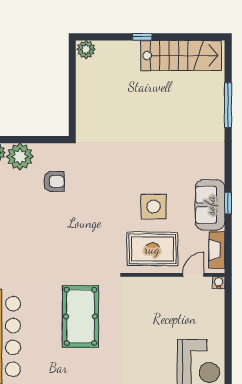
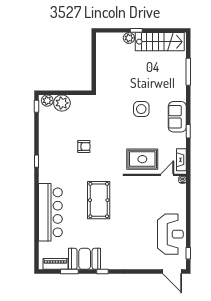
plant: (86, 49) -> (129, 38), moved
armchair: (54, 181) -> (84, 146), moved
sofa: (210, 205) -> (177, 117), moved
side table: (154, 207) -> (141, 109), moved

